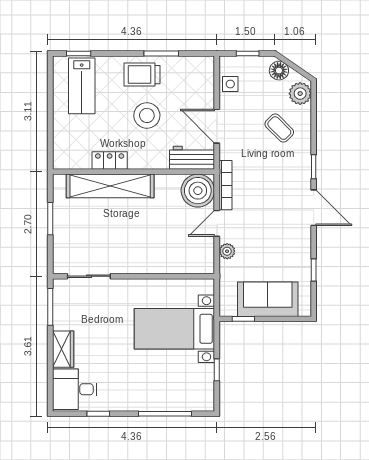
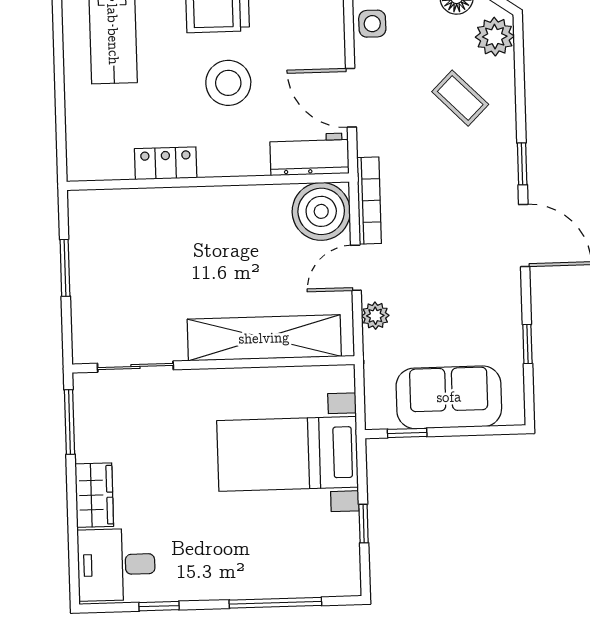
shelving: (110, 186) -> (264, 338), moved

